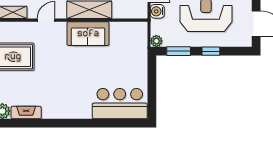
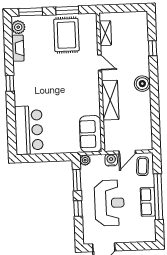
sofa: (88, 34) -> (91, 134), moved
window: (66, 123) -> (10, 83), added

